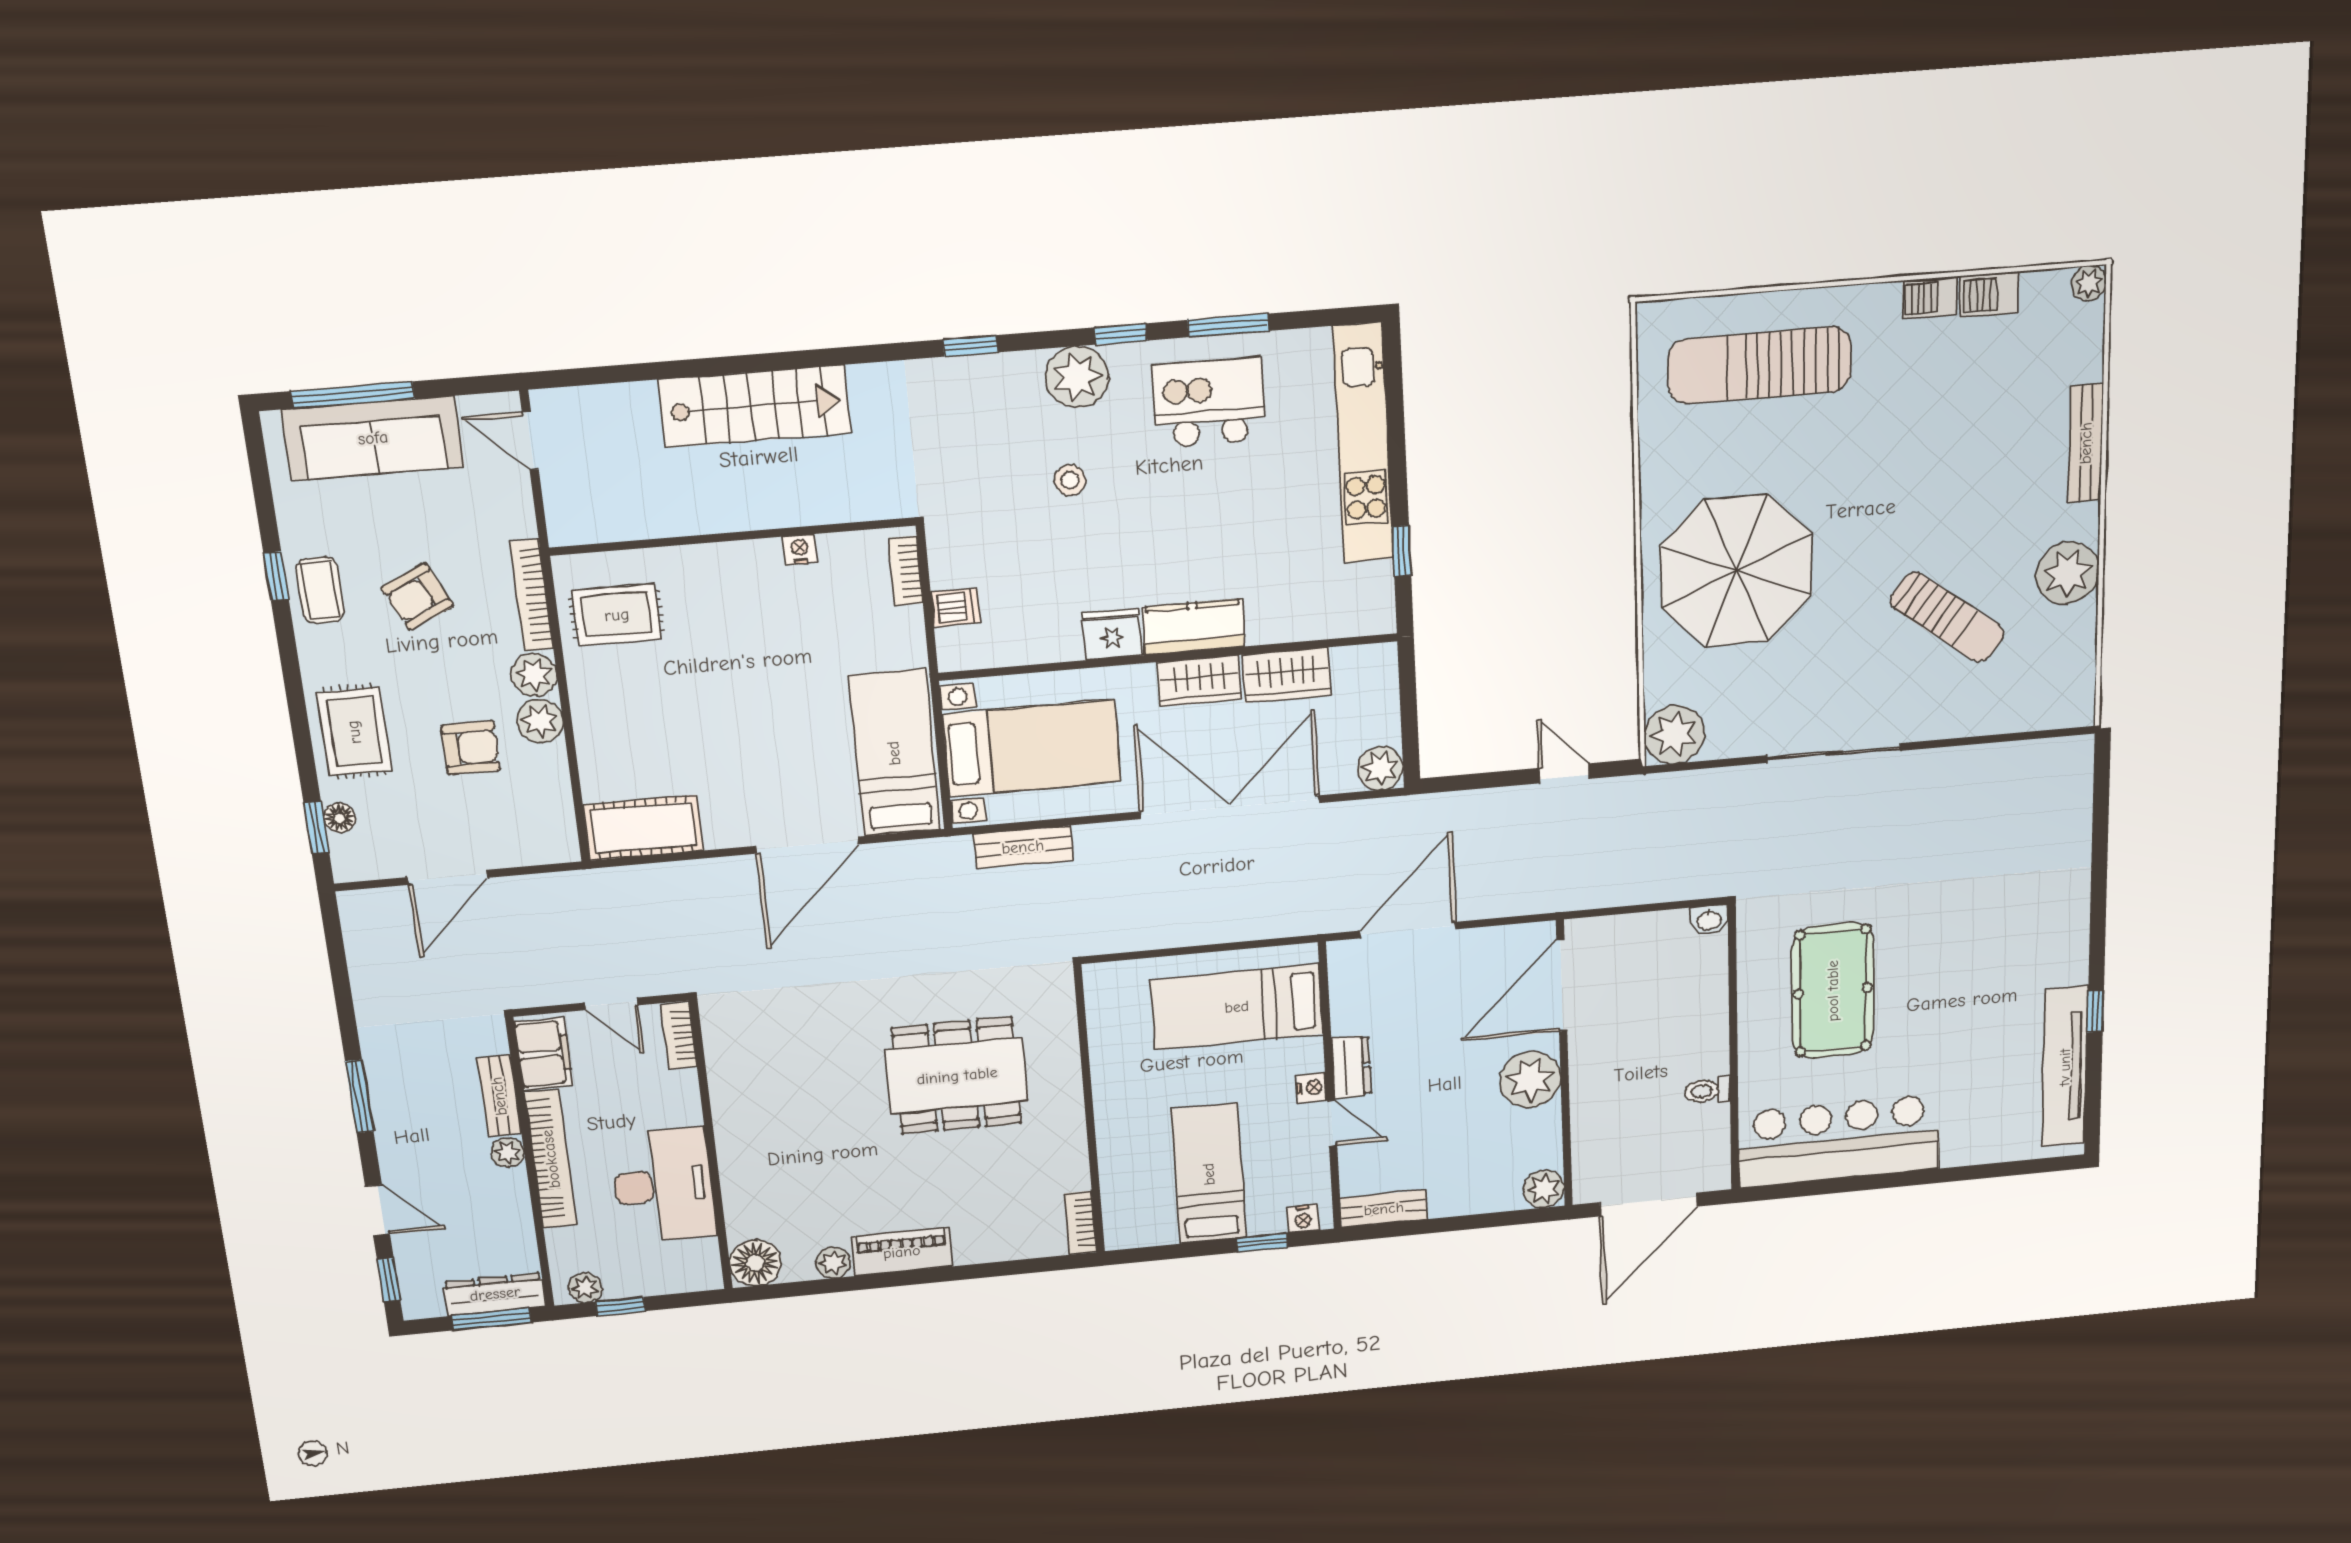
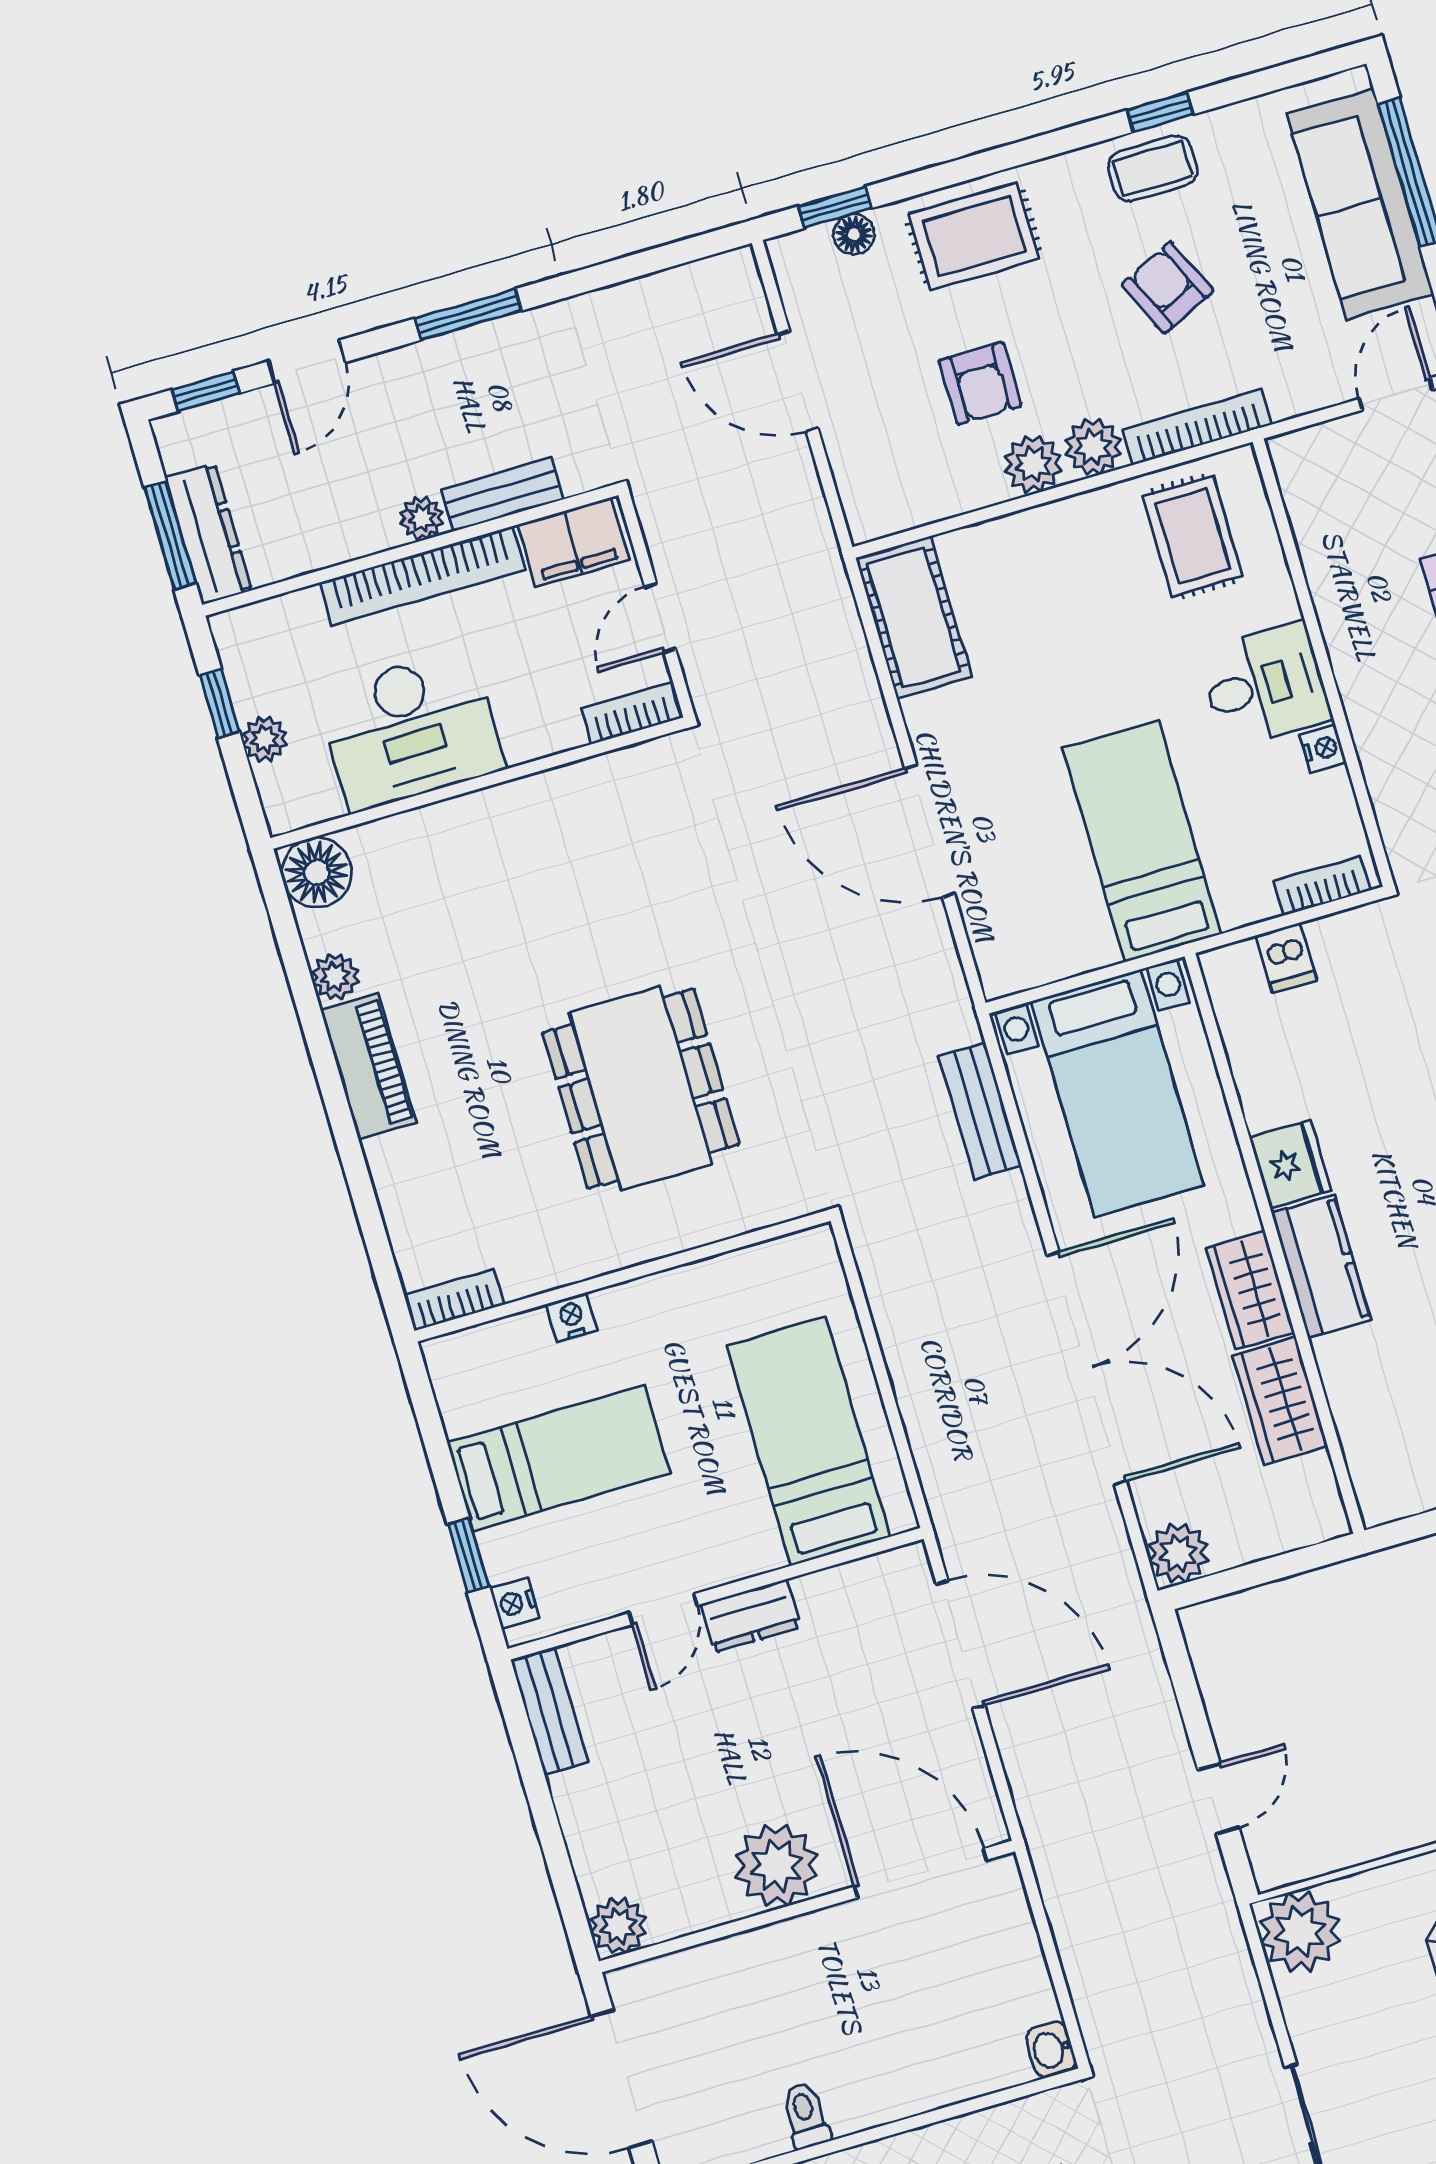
desk: (742, 583) -> (1265, 685), added
bed: (894, 753) -> (1142, 841), moved, turned -90
nightstand: (1312, 1088) -> (572, 1317), moved, turned 180
plant: (585, 1288) -> (265, 739), moved

